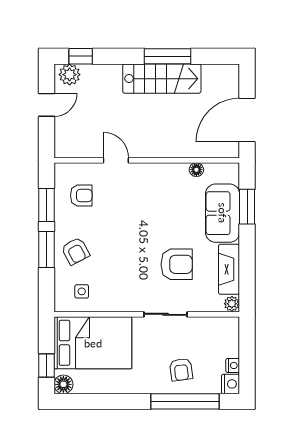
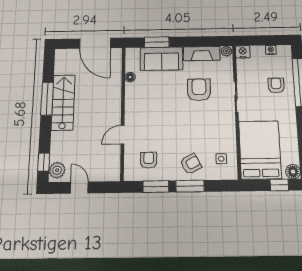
armchair: (181, 370) -> (276, 85), turned -83
nightstand: (230, 384) -> (243, 52), moved

